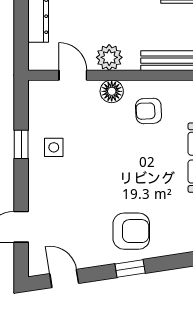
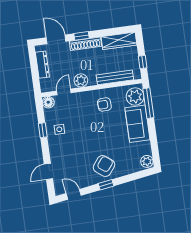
door: (73, 75) -> (64, 92), hinge flipped
floor lamp: (112, 91) -> (48, 102), moved
armchair: (131, 231) -> (104, 166), turned -52

